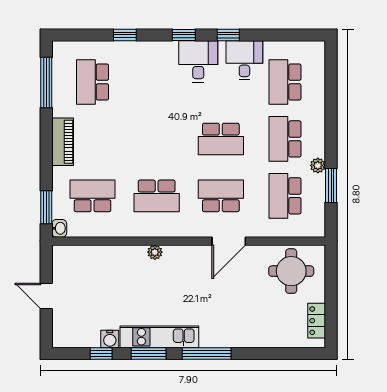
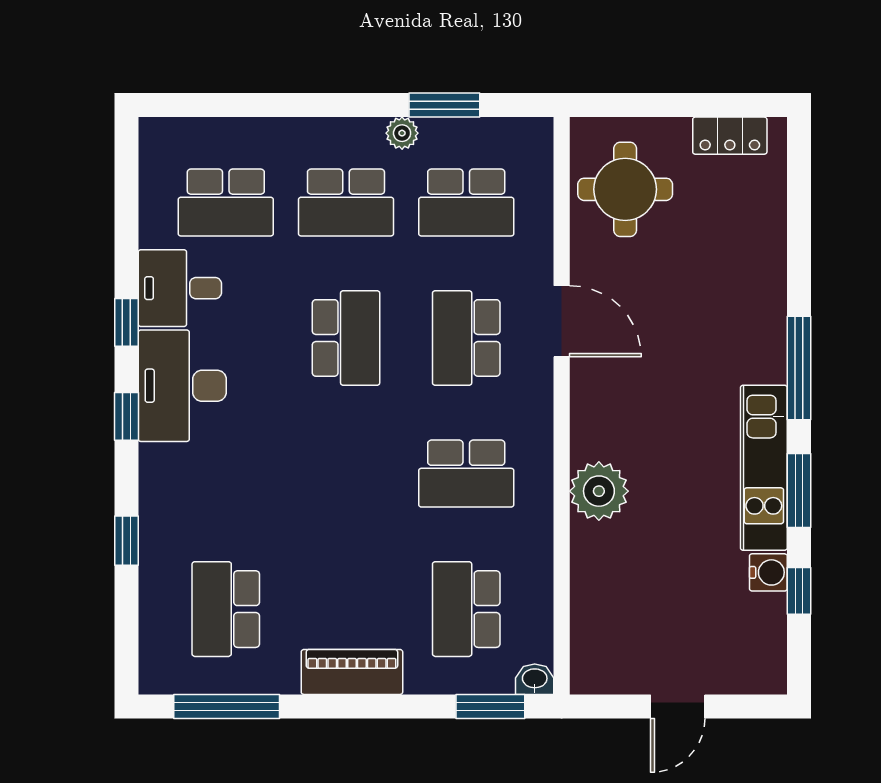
desk: (198, 61) -> (182, 386), width x1.37
school desk: (92, 82) -> (226, 609), turned 90
school desk: (157, 196) -> (466, 474), turned 90
plant: (155, 252) -> (599, 491), width x1.88, depth x1.88

